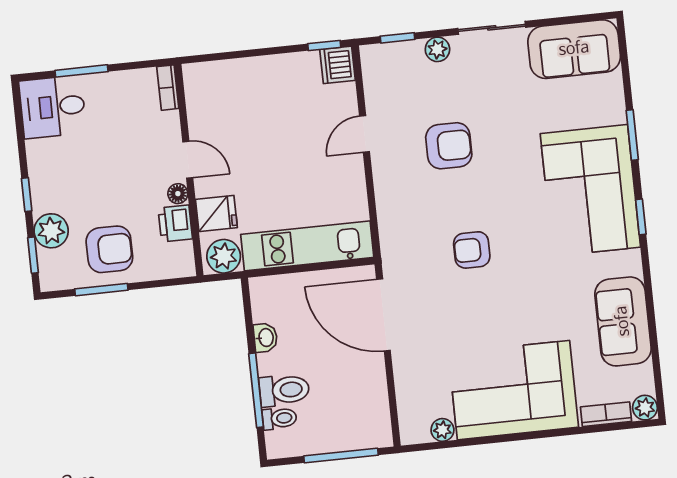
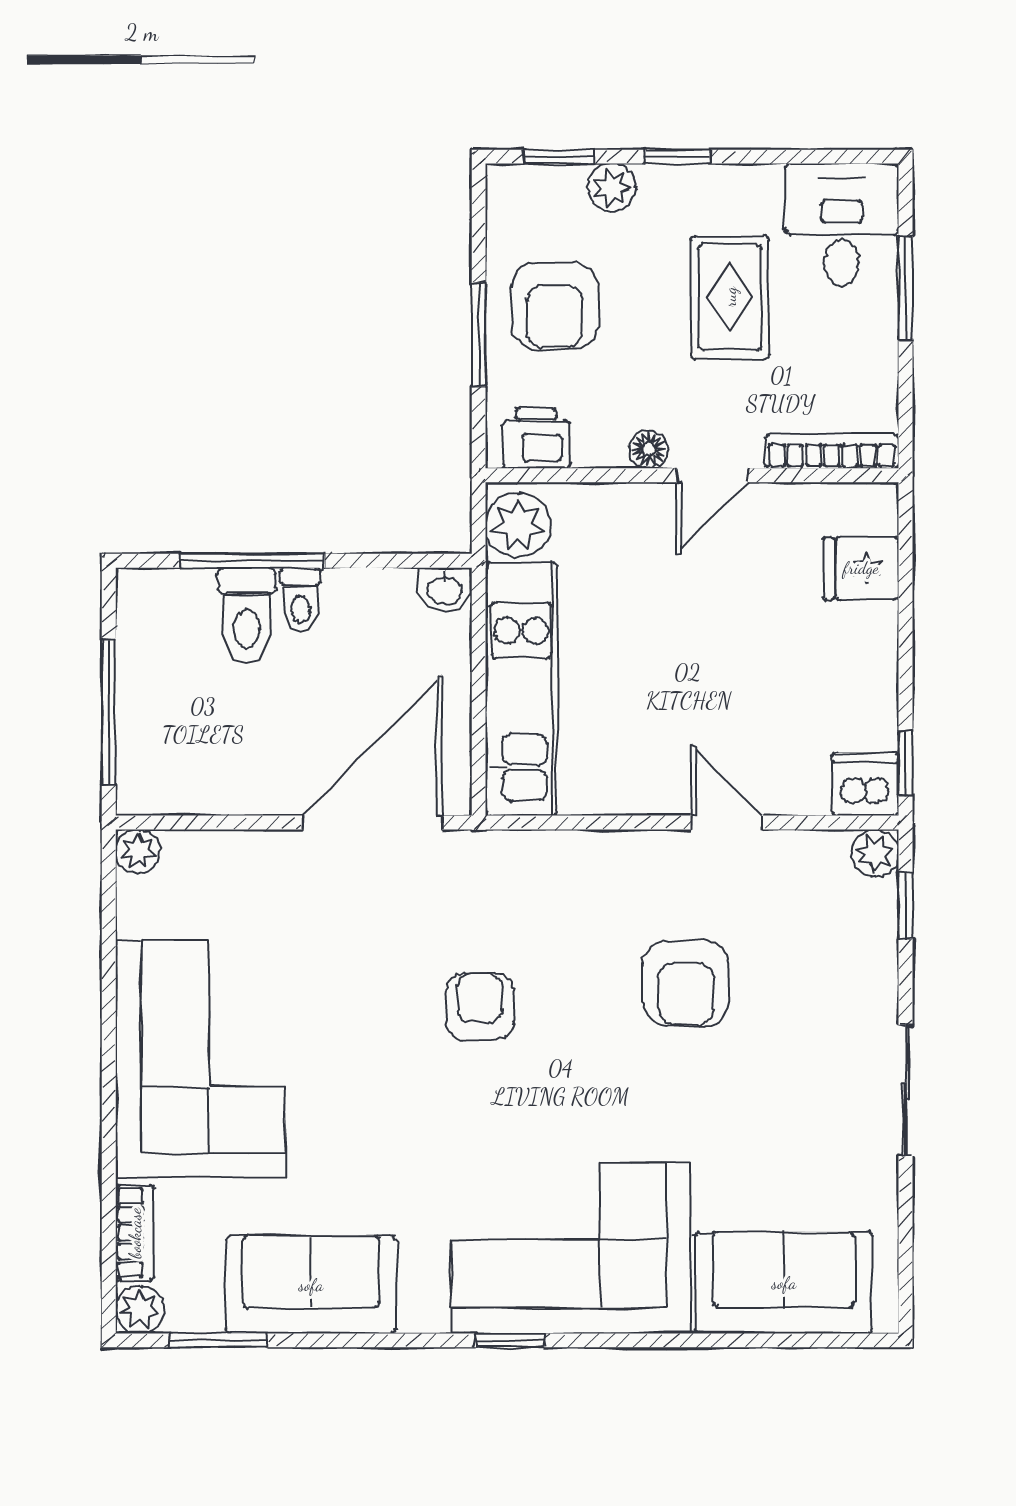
plant: (437, 49) -> (875, 853), moved
sofa: (574, 49) -> (784, 1283), moved, turned 90
bookcase: (168, 88) -> (832, 451), width x1.56
window: (632, 135) -> (219, 1340), moved
rug: (96, 160) -> (730, 297), added
fridge: (216, 214) -> (861, 568), moved, turned 90
printer: (175, 223) -> (536, 438), moved
plant: (51, 231) -> (612, 188), width x0.73, depth x0.73
window: (101, 290) -> (479, 334), moved
washbasin: (265, 338) -> (444, 589), moved
toilet: (280, 418) -> (300, 600), moved
plant: (442, 430) -> (138, 851), moved

